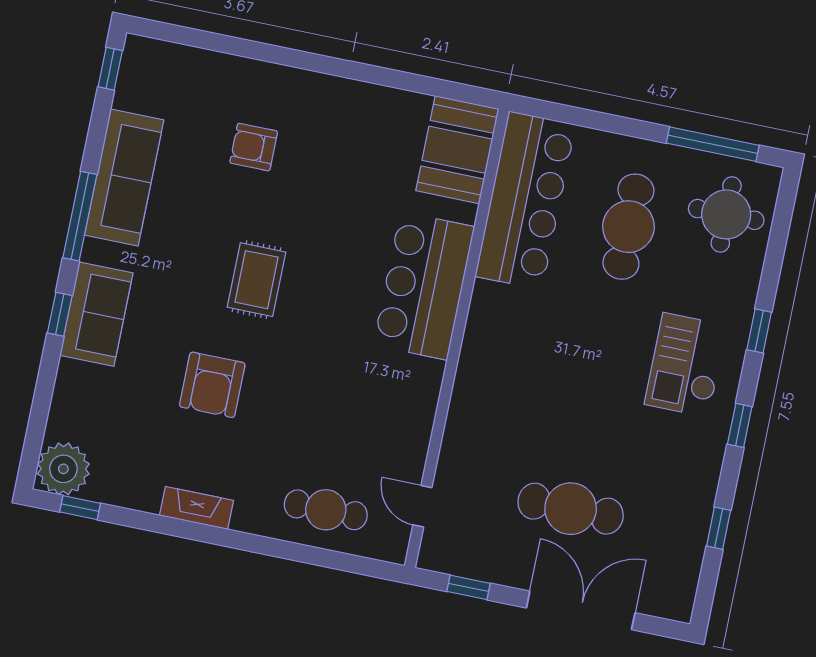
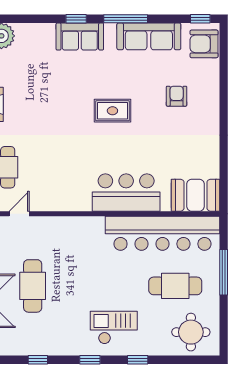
window: (713, 144) -> (224, 272), moved
bar counter: (525, 200) -> (162, 233), width x1.36
armchair: (212, 385) -> (204, 44), moved

